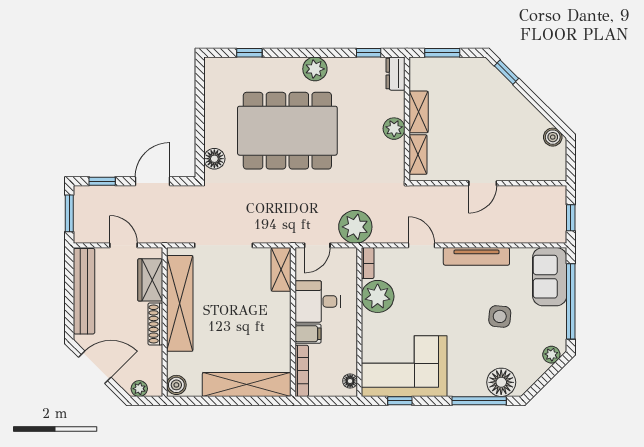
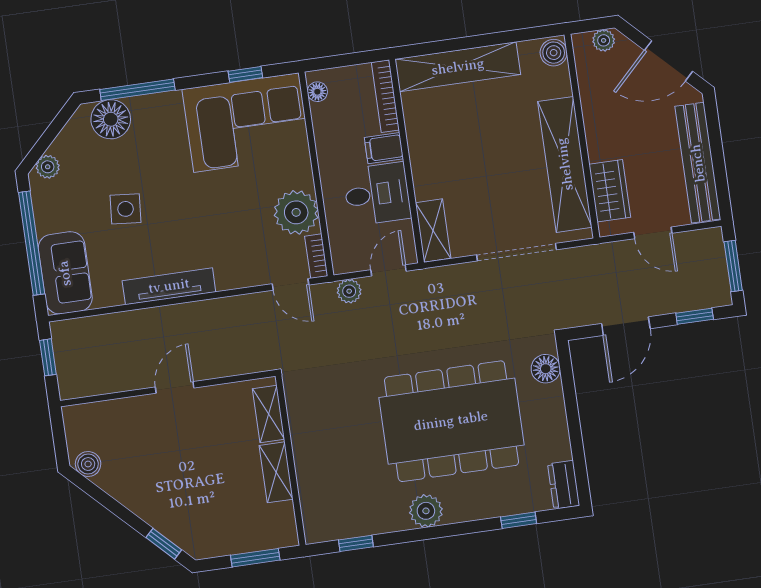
dresser: (395, 74) -> (564, 485), moved, turned 180
plant: (394, 129) -> (306, 445), removed
plant: (355, 227) -> (349, 291), width x0.53, depth x0.53
door: (421, 245) -> (291, 284), moved
shoe rack: (155, 324) -> (594, 132), removed

